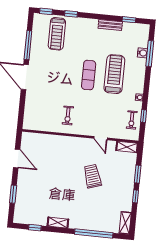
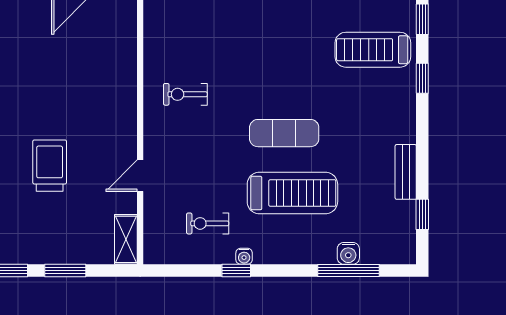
window: (144, 116) -> (236, 271), moved
exercise bike: (132, 120) -> (208, 223), moved
trolley: (92, 176) -> (50, 166), turned -72

